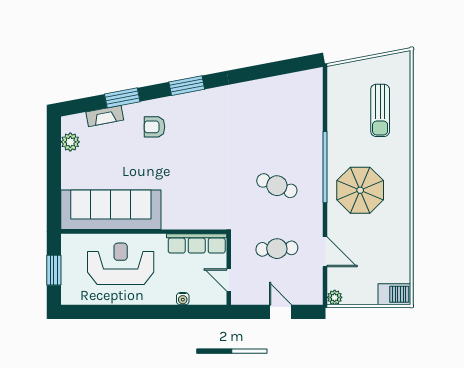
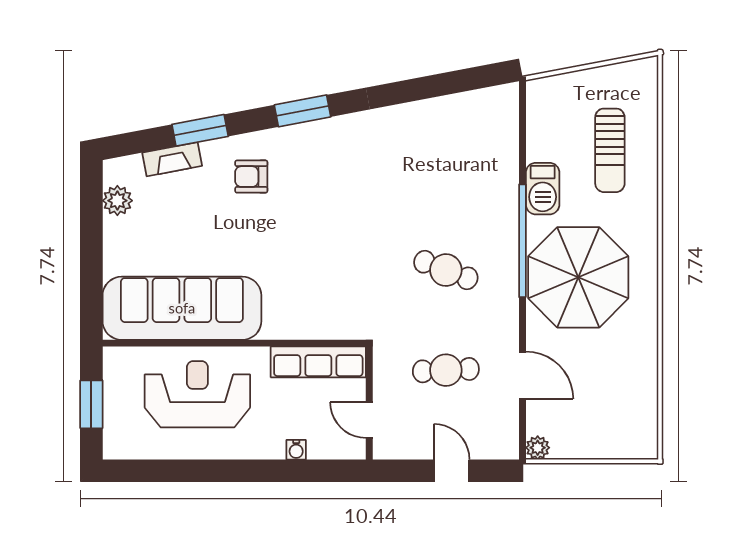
parasol: (360, 190) -> (578, 277), width x1.36, depth x1.36
barbecue: (394, 294) -> (543, 189), moved, turned 90

